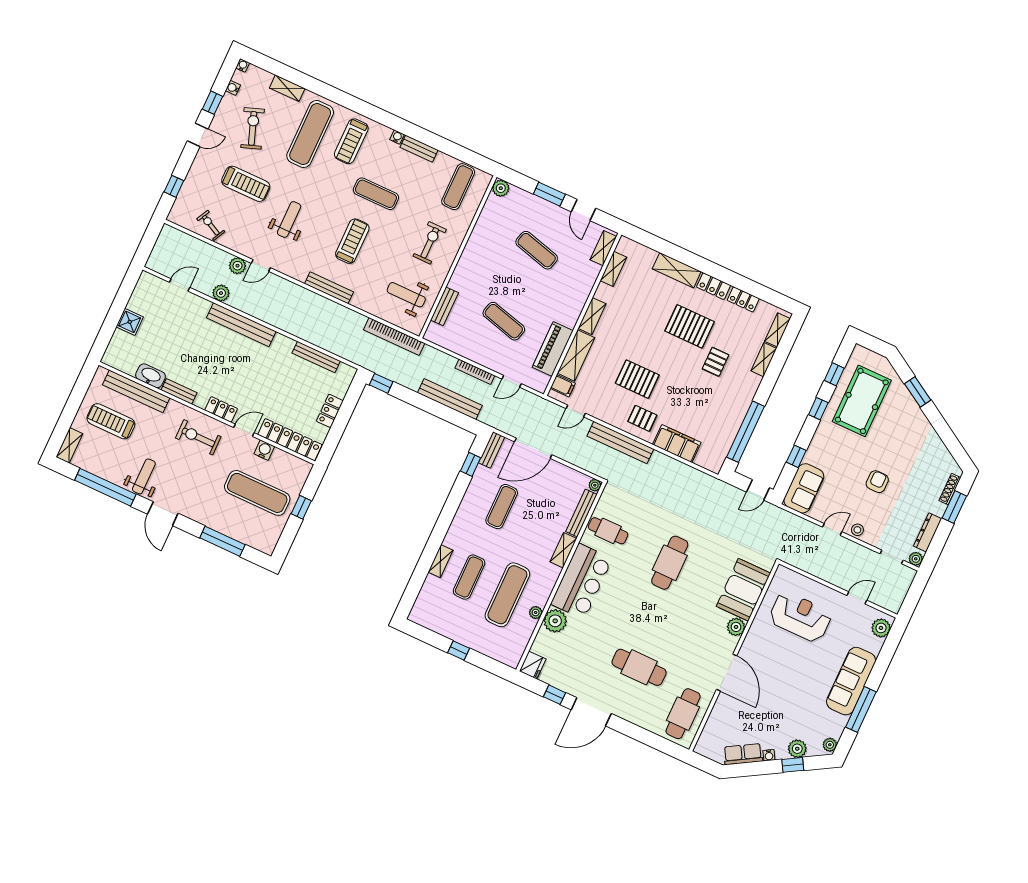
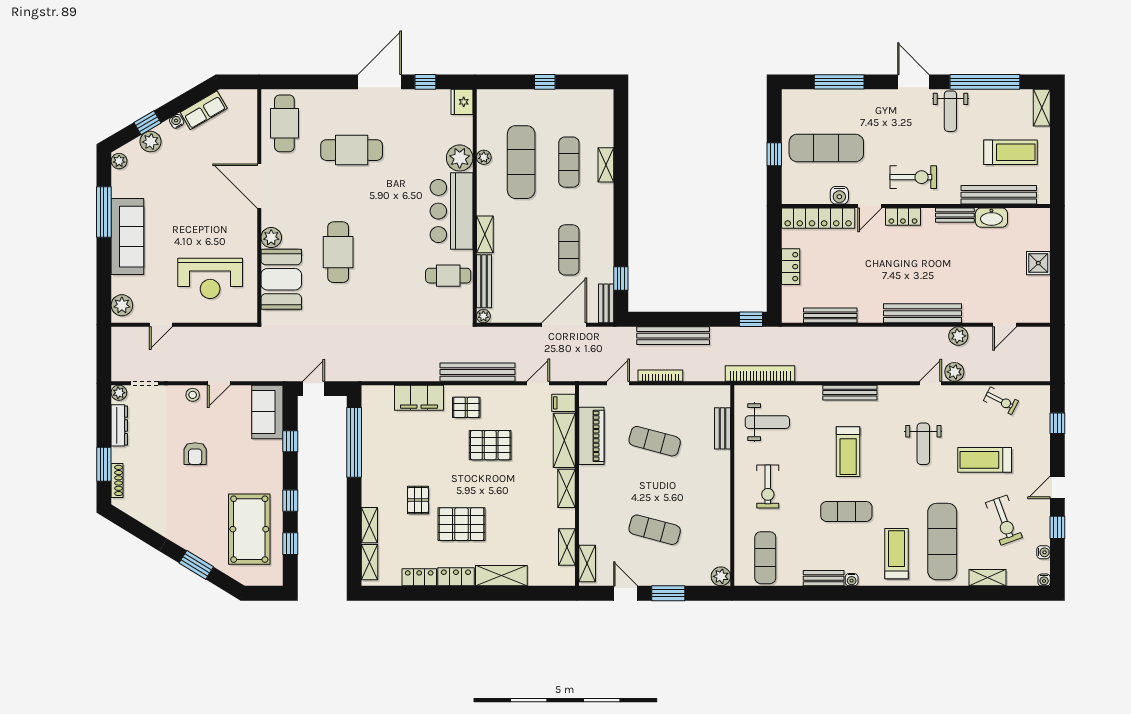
cafe table: (670, 563) -> (338, 252), moved

